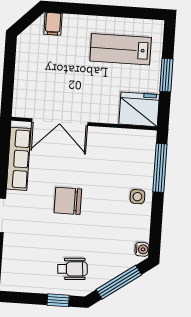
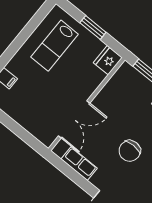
fridge: (139, 109) -> (108, 60), width x0.73, depth x0.75
row of seats: (19, 159) -> (79, 164), width x0.68

